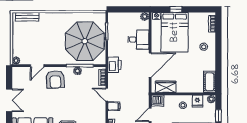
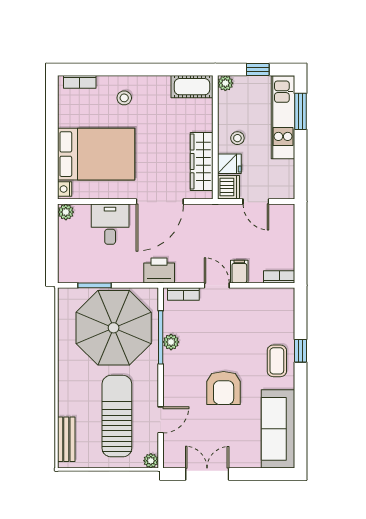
window: (176, 9) -> (52, 152), removed
sun lounger: (39, 43) -> (117, 416), added
door: (150, 65) -> (160, 202), swing flipped
door: (37, 66) -> (161, 420), hinge flipped
armchair: (55, 79) -> (224, 388), moved, turned 93
wardrobe: (166, 87) -> (202, 161), width x1.50
door: (107, 95) -> (217, 285), swing flipped
double door: (9, 100) -> (207, 474), moved
fridge: (197, 101) -> (229, 164), moved

